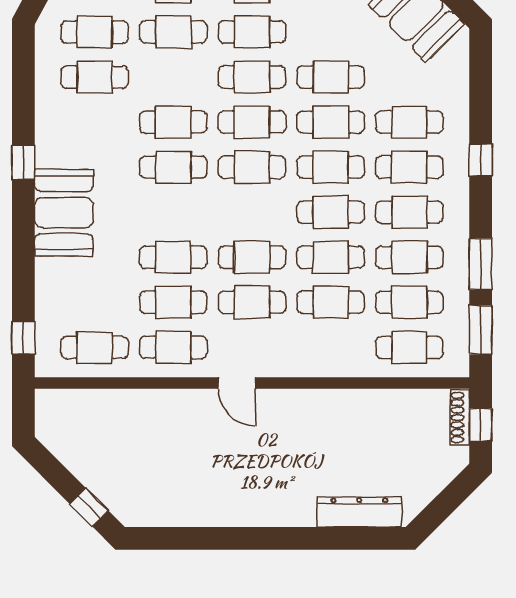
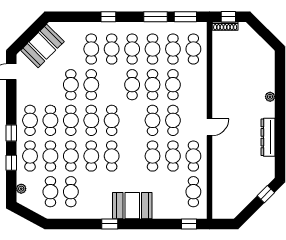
cafe table: (331, 167) -> (71, 156), moved
dresser: (359, 512) -> (268, 137), moved
plant: (304, 516) -> (270, 97), added

